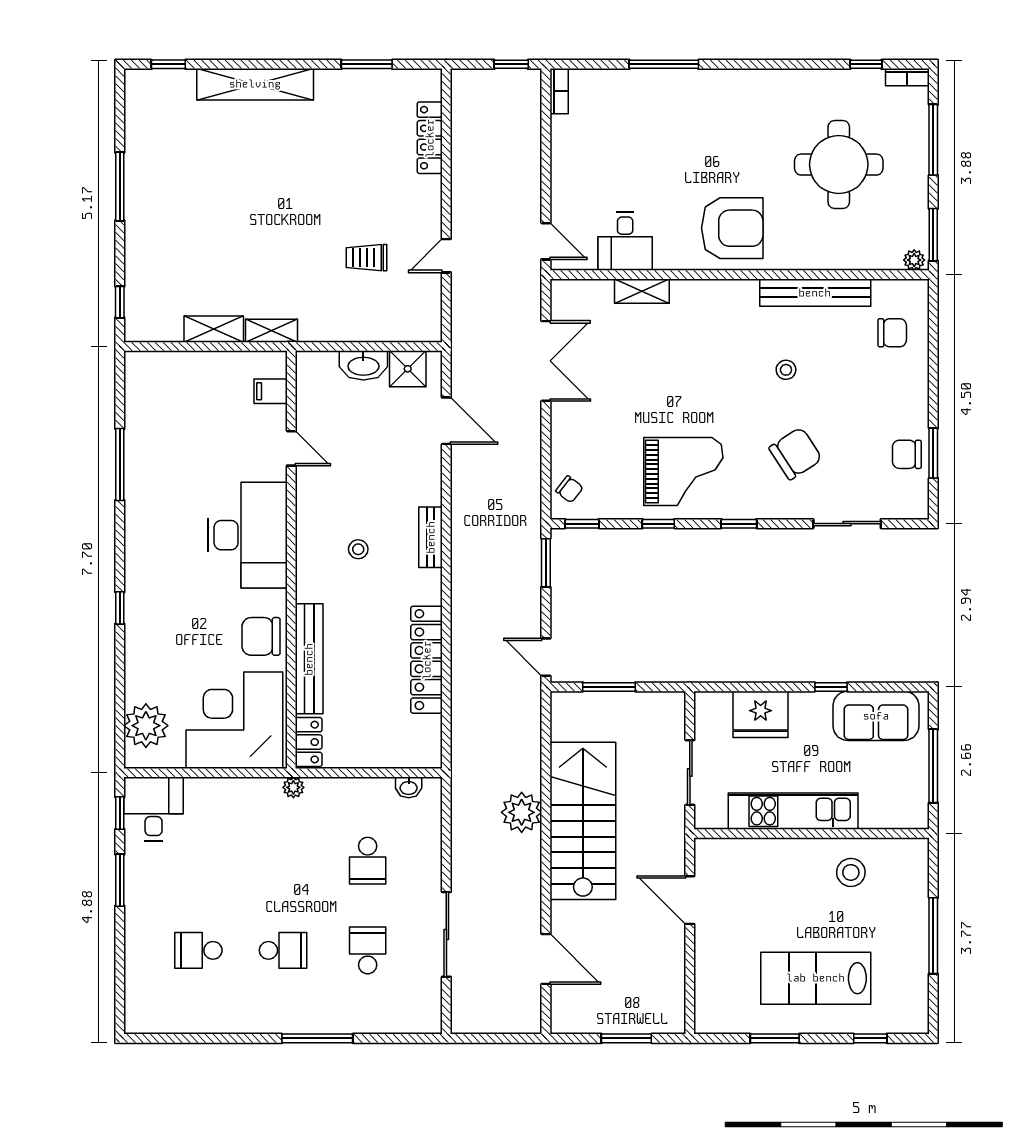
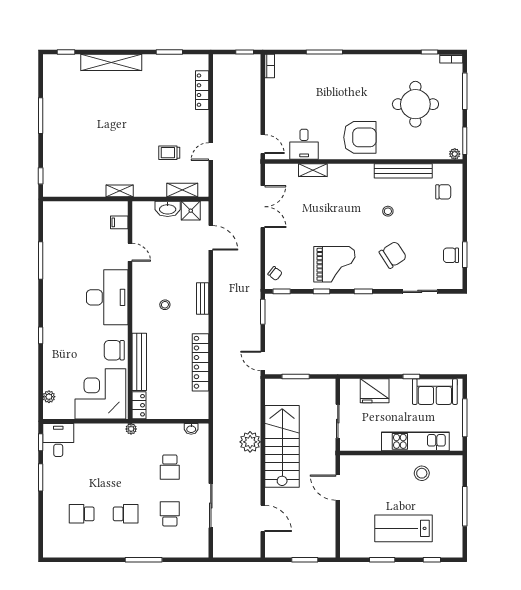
shelving: (214, 329) -> (182, 190), moved
plant: (146, 726) -> (49, 397), width x0.53, depth x0.53
kitchen unit: (793, 811) -> (415, 441), moved

